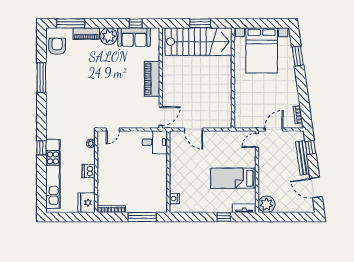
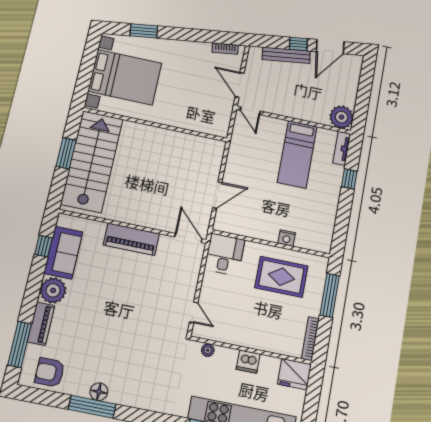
floor lamp: (51, 80) -> (99, 392), added
window: (310, 148) -> (298, 44), moved
rug: (148, 183) -> (281, 277), added
nightstand: (174, 199) -> (287, 238), moved

